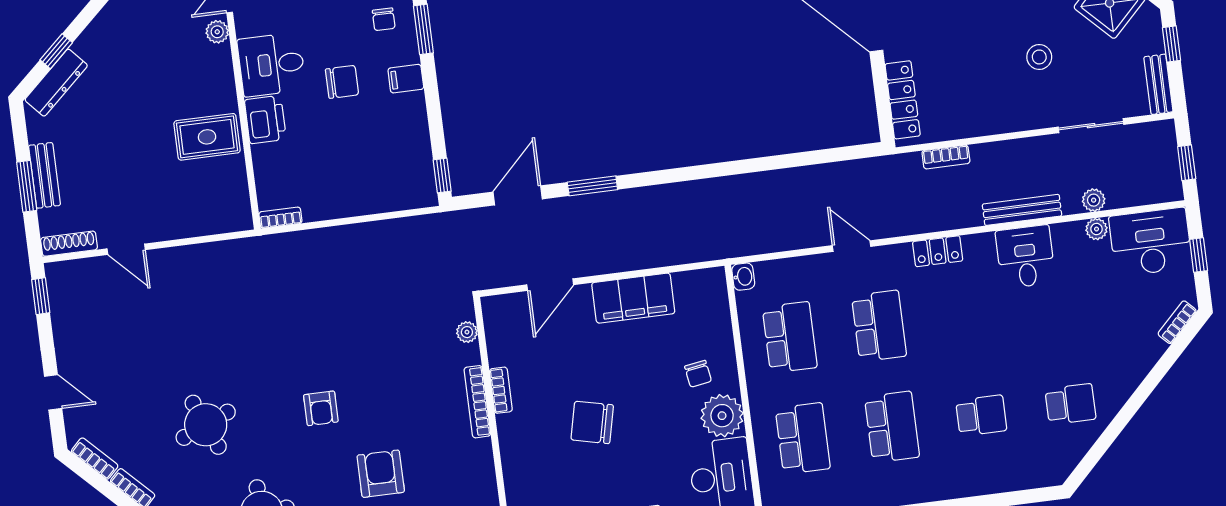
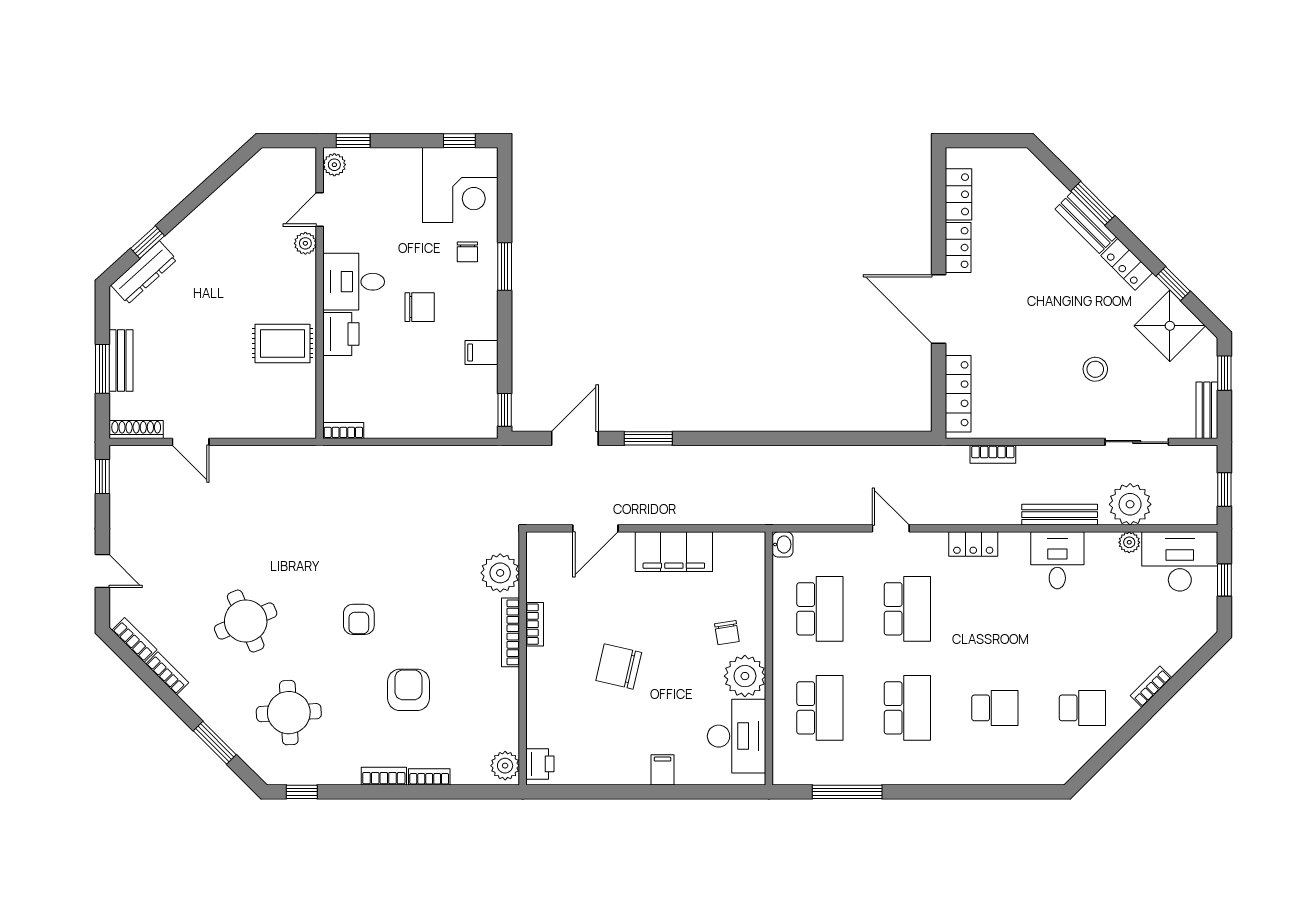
filing cabinet: (406, 79) -> (482, 352), moved
plant: (1094, 200) -> (1130, 504), width x1.88, depth x1.88
bookcase: (1177, 322) -> (1151, 687), moved
plant: (467, 332) -> (500, 573), width x1.88, depth x1.88

